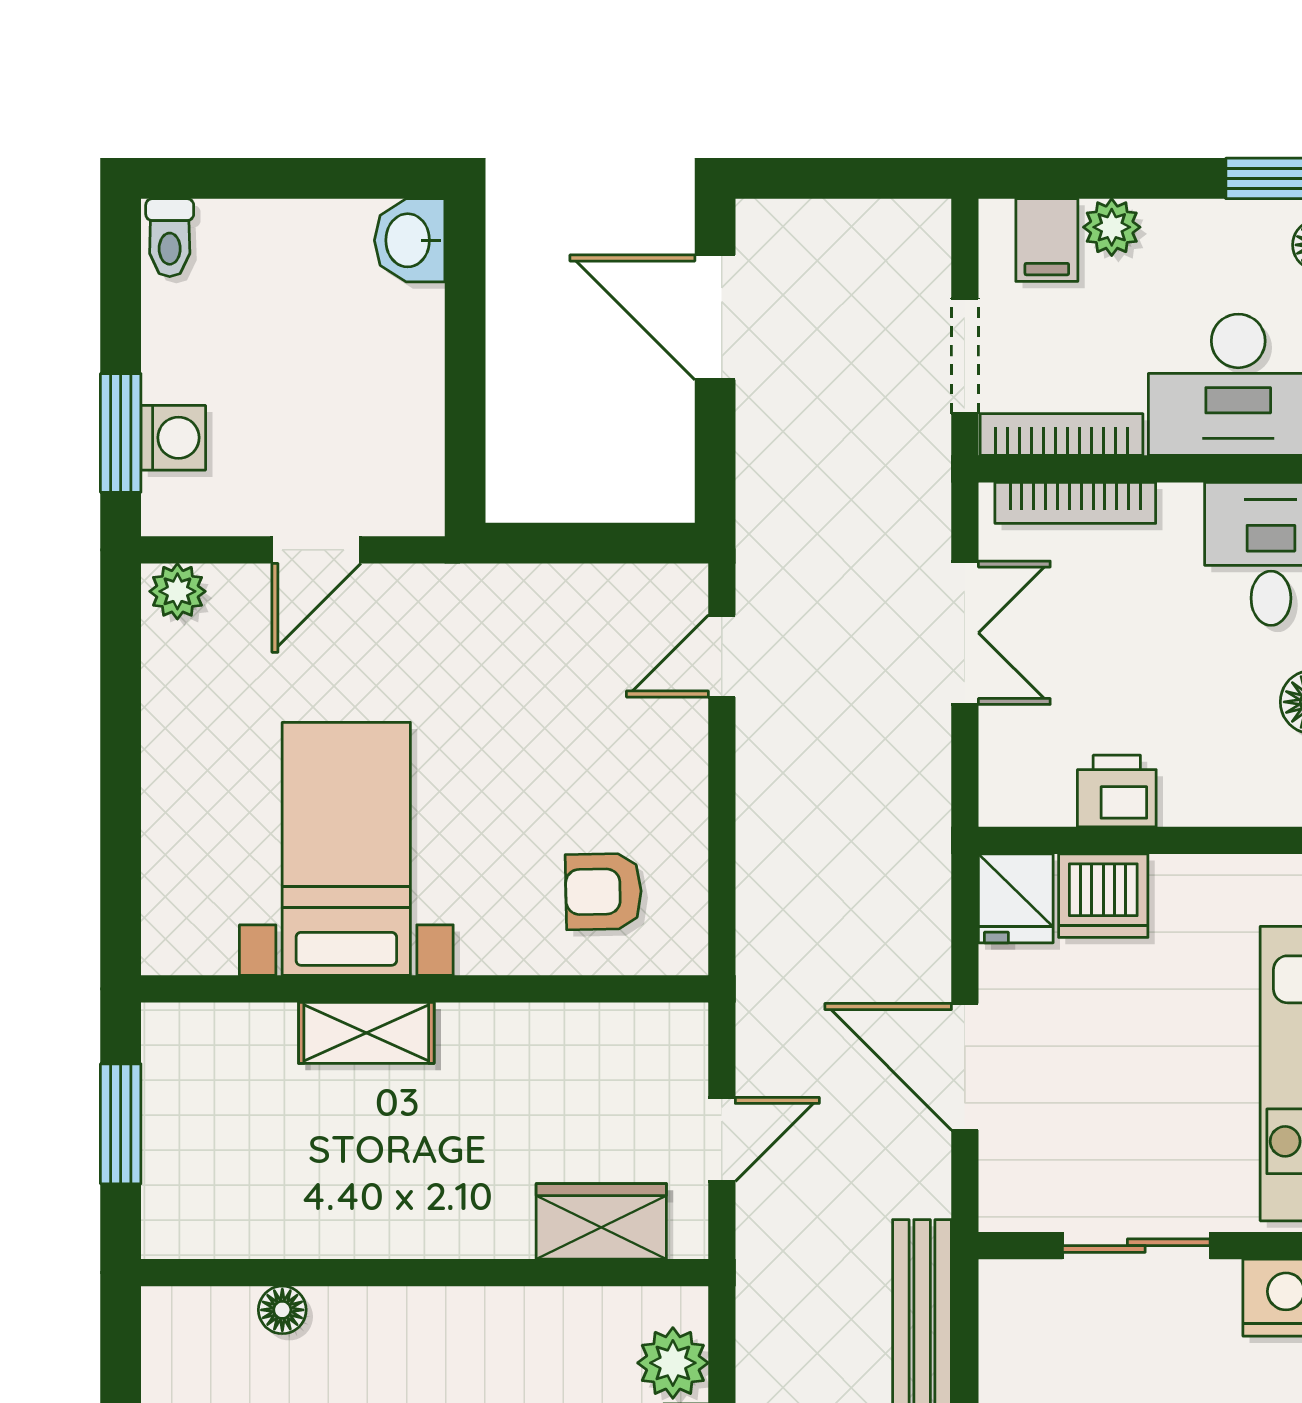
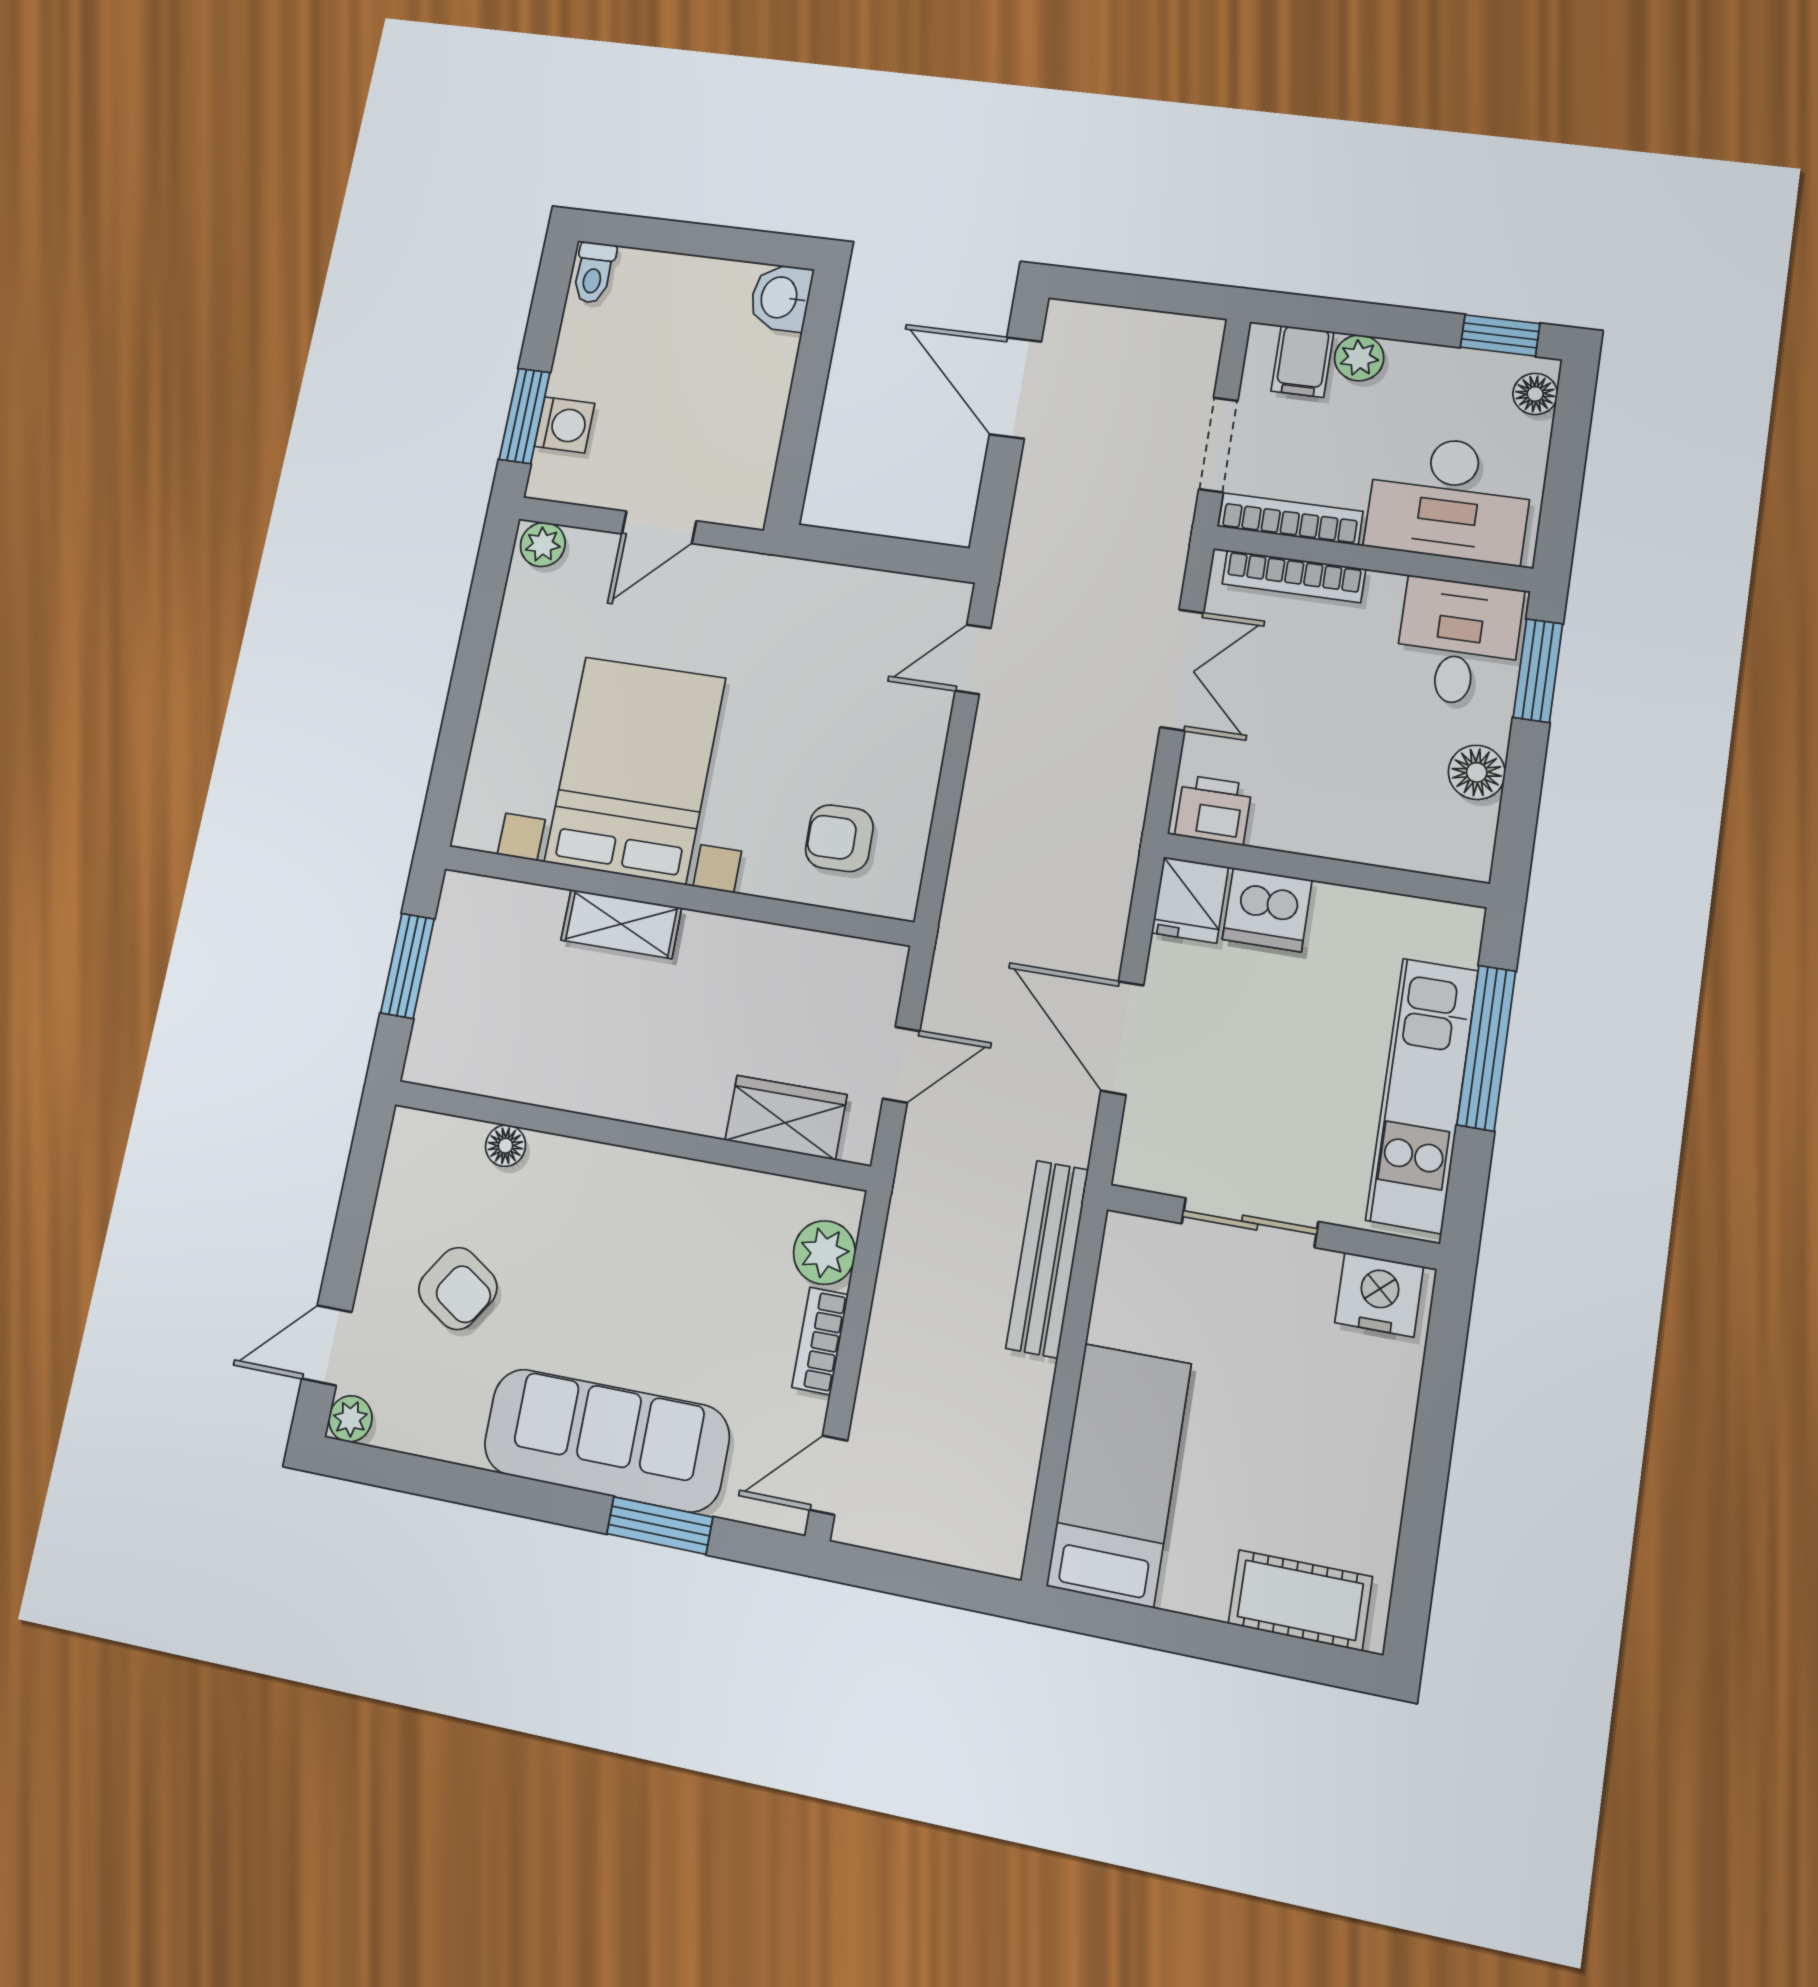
printer: (1117, 791) -> (1213, 810), moved
bed with nightstands: (346, 849) -> (635, 770), width x1.36

